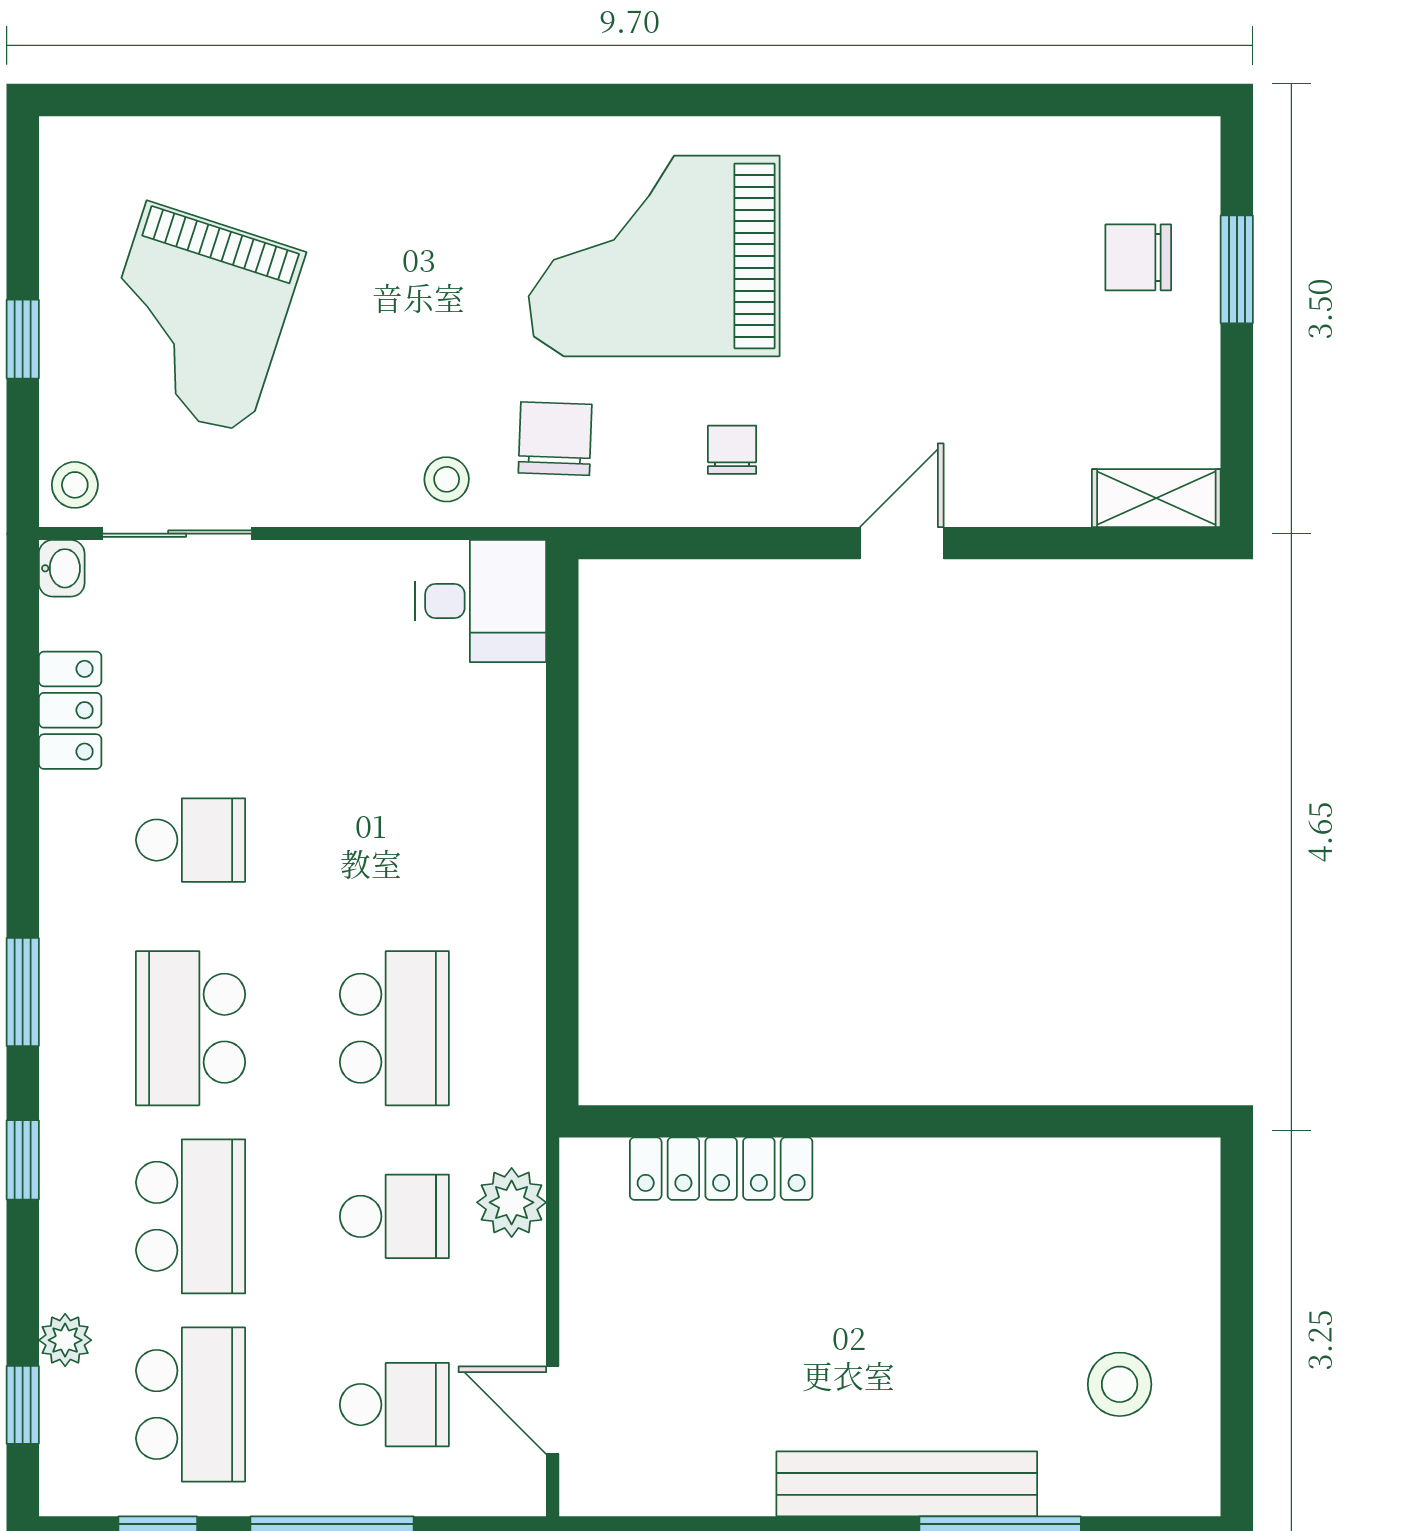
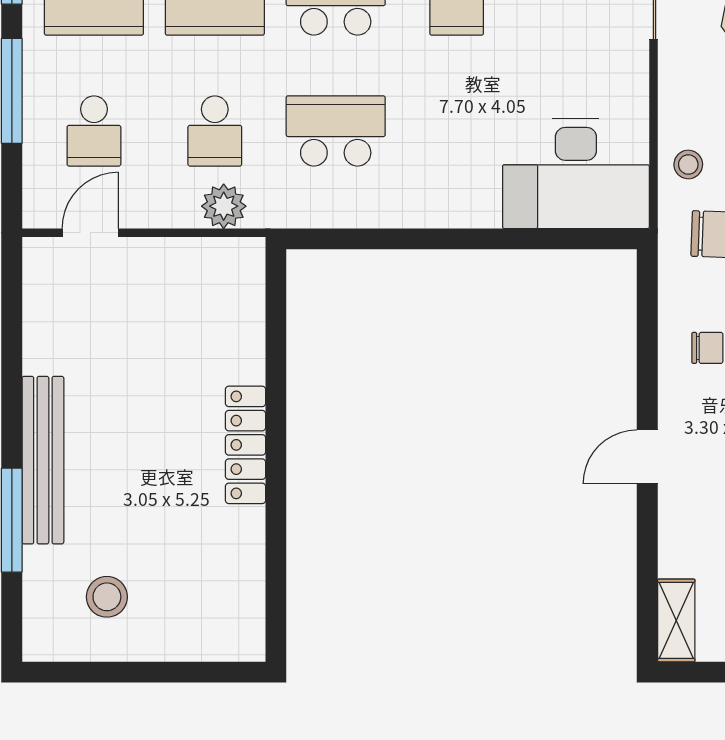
door: (902, 543) -> (647, 457), swing flipped
desk: (480, 601) -> (576, 174), width x1.87, depth x1.30
school desk: (394, 1028) -> (336, 131), turned 180
locker: (721, 1169) -> (245, 445), moved

